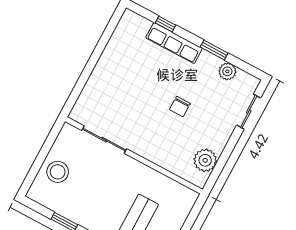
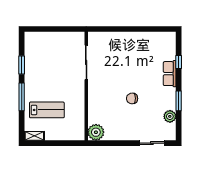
row of seats: (174, 43) -> (170, 74), width x0.68
plant: (205, 160) -> (96, 132), moved
stool: (58, 172) -> (50, 44), removed

